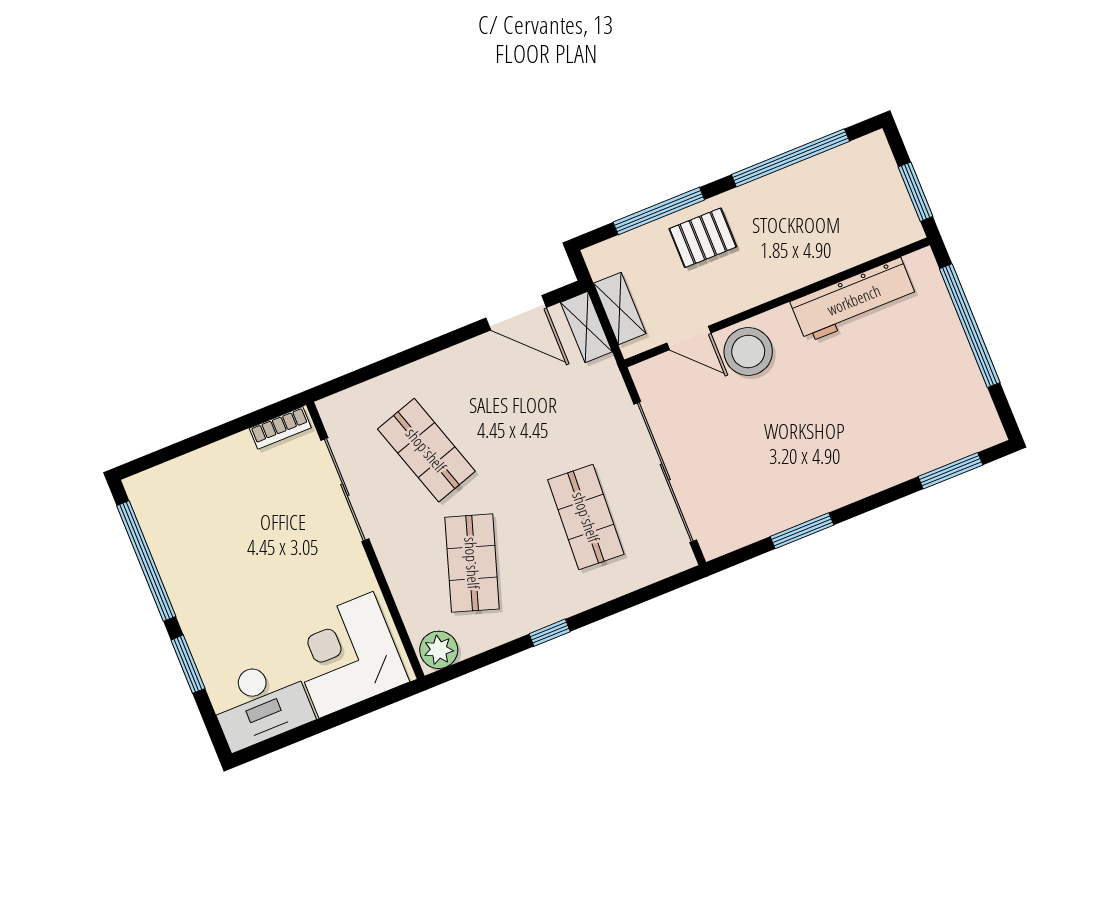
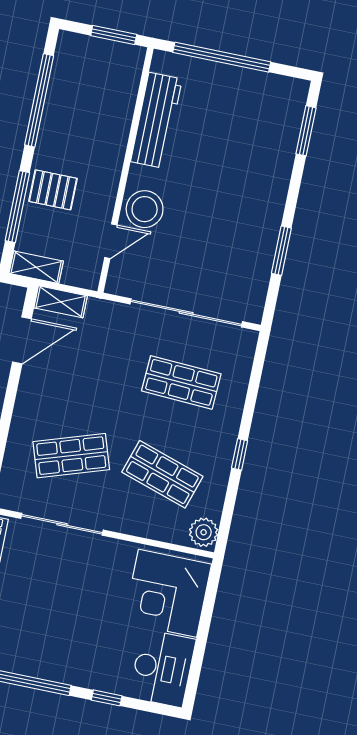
pallet: (703, 238) -> (53, 190), turned 90
shelving: (620, 308) -> (36, 267), moved
window: (188, 664) -> (107, 698), width x0.67

